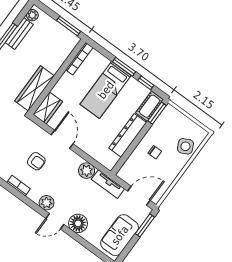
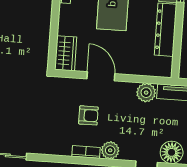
wardrobe: (35, 88) -> (39, 42), removed
plant: (47, 203) -> (110, 150), moved

